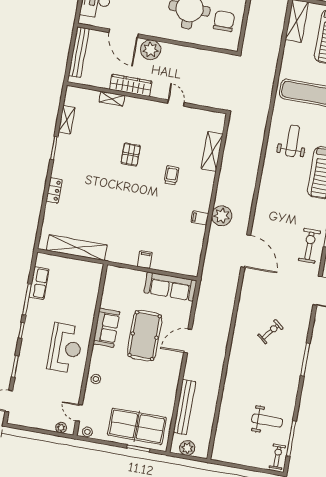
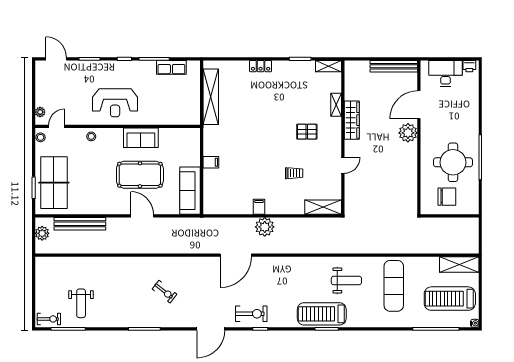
wardrobe: (131, 85) -> (352, 120), moved
wall: (147, 98) -> (343, 137), moved
shelving: (112, 99) -> (336, 105), moved
door: (176, 103) -> (343, 165), moved

